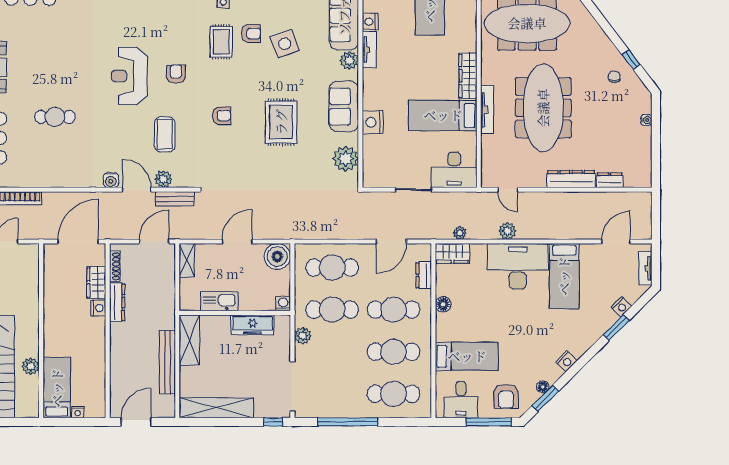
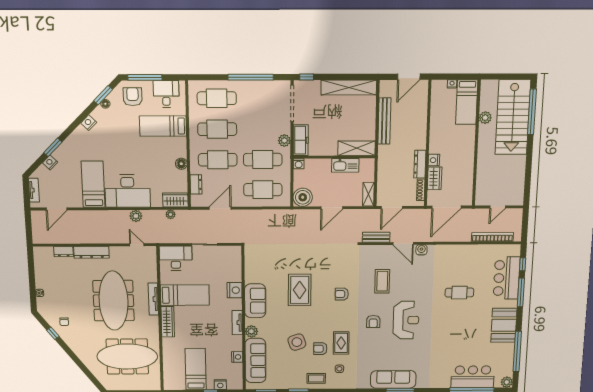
tv unit: (369, 50) -> (237, 323), moved
plant: (346, 159) -> (254, 265), removed
plant: (163, 179) -> (384, 251), removed
freezer: (252, 325) -> (301, 140), moved, turned 90
shelving: (189, 340) -> (356, 148), moved, turned 90

